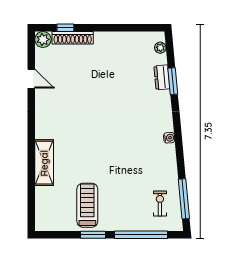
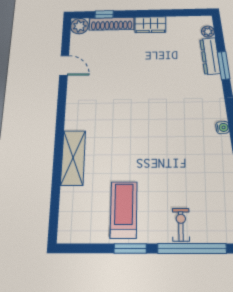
wardrobe: (108, 40) -> (150, 25), added
dresser: (162, 77) -> (210, 56), width x1.44
exercise bike: (160, 204) -> (181, 225), moved

